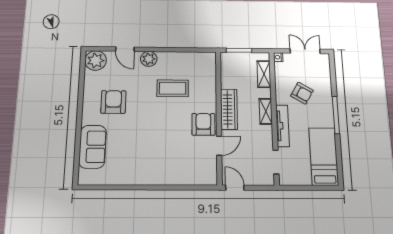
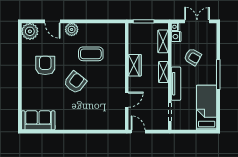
nightstand: (280, 69) -> (176, 37), added
wardrobe: (229, 109) -> (135, 65), width x0.67
armchair: (203, 124) -> (75, 82), moved, turned 38
sofa: (93, 147) -> (38, 120), moved, turned -90

